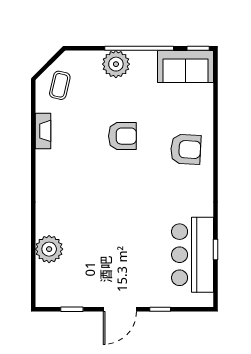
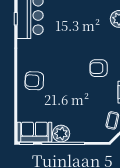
plant: (116, 64) -> (61, 134), moved
armchair: (122, 136) -> (99, 68), moved

